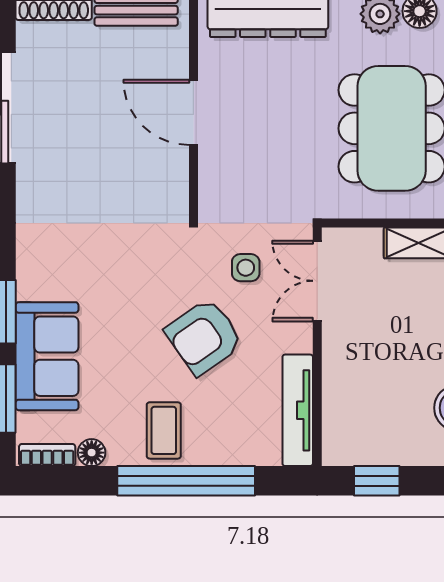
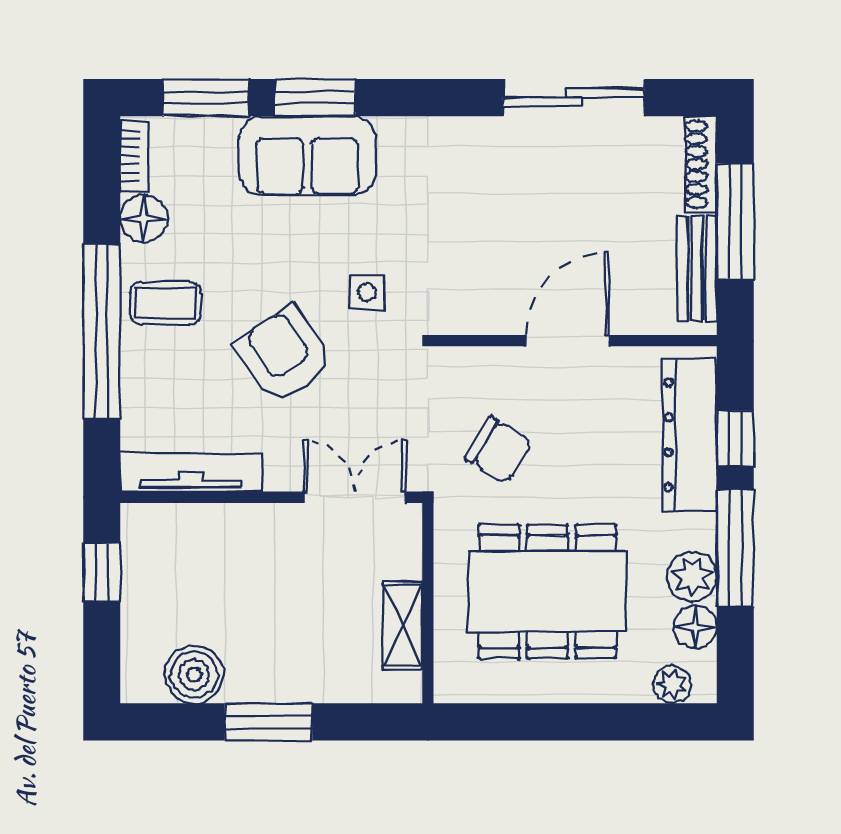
chair: (280, 167) -> (499, 450), added
side table: (246, 268) -> (367, 292), moved
sofa: (47, 356) -> (307, 156), moved
floor lamp: (92, 453) -> (144, 218), width x1.37, depth x1.37

